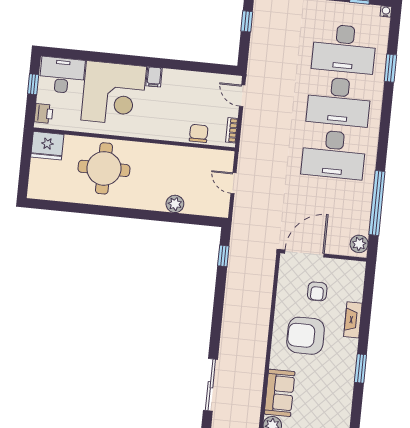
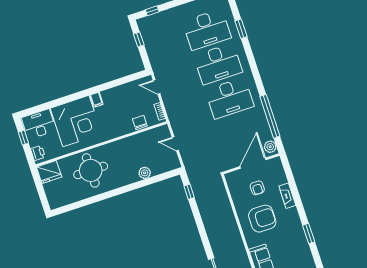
door: (304, 254) -> (253, 163), moved
armchair: (306, 336) -> (262, 219), turned 180
window: (360, 368) -> (309, 233), moved

